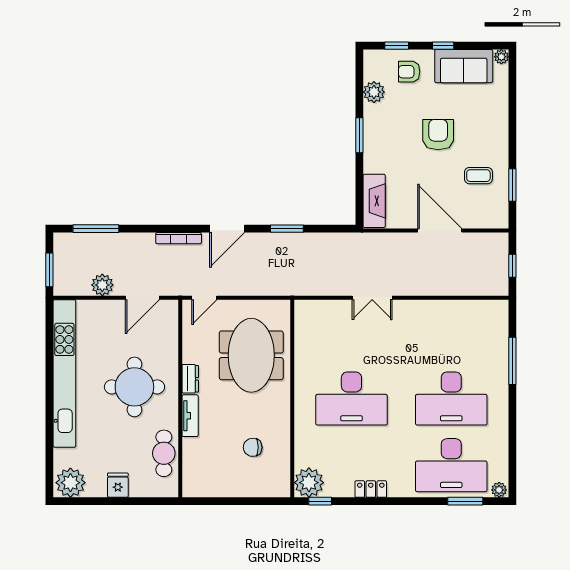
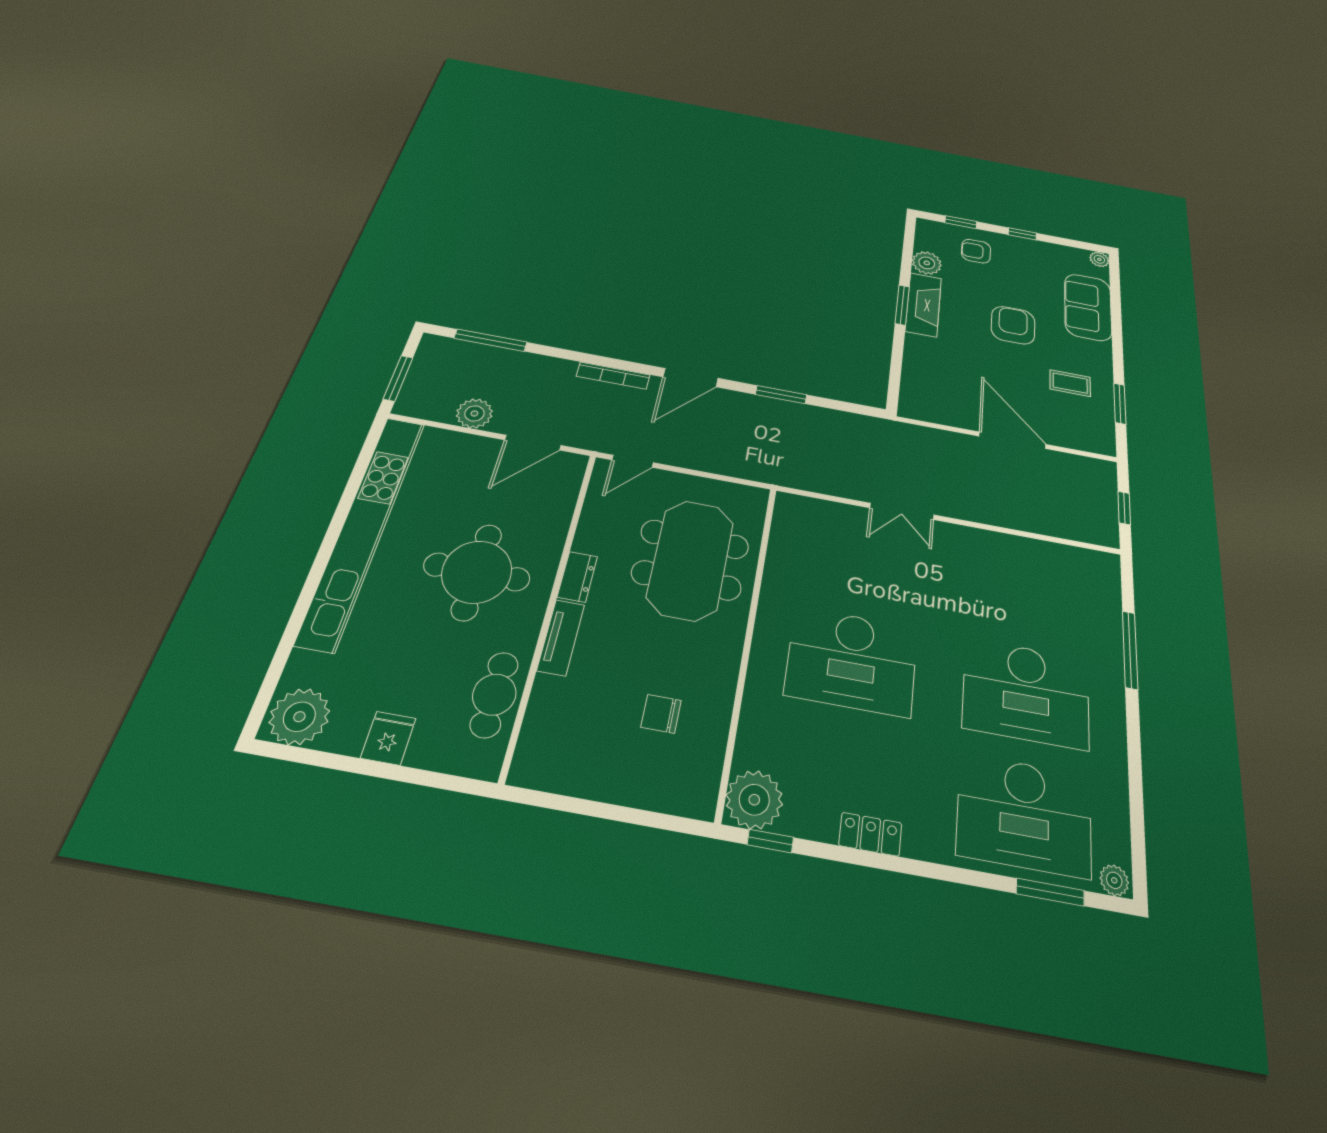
sofa: (464, 66) -> (1088, 307), moved, turned 90
fireplace: (374, 201) -> (923, 305), moved

